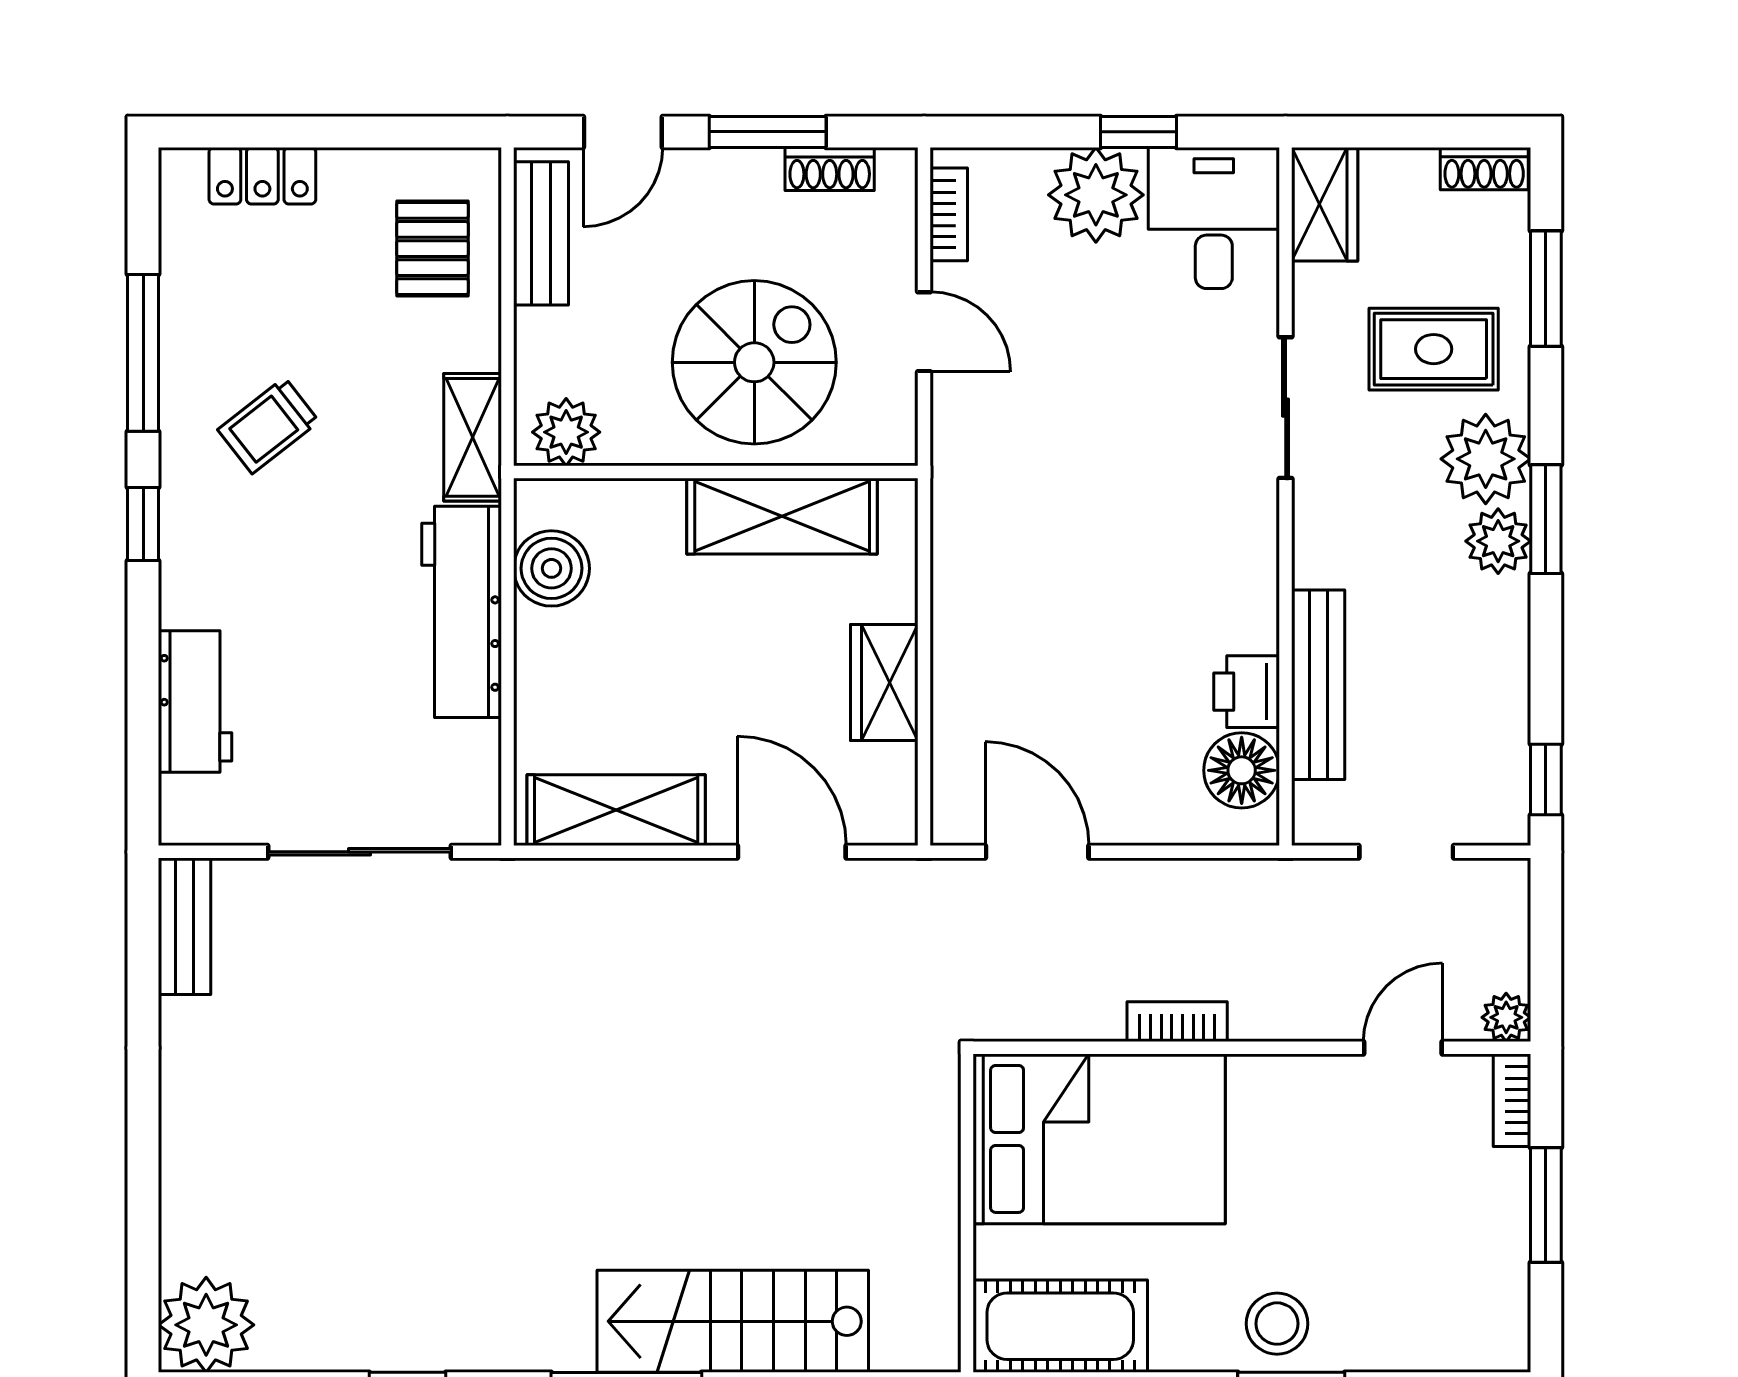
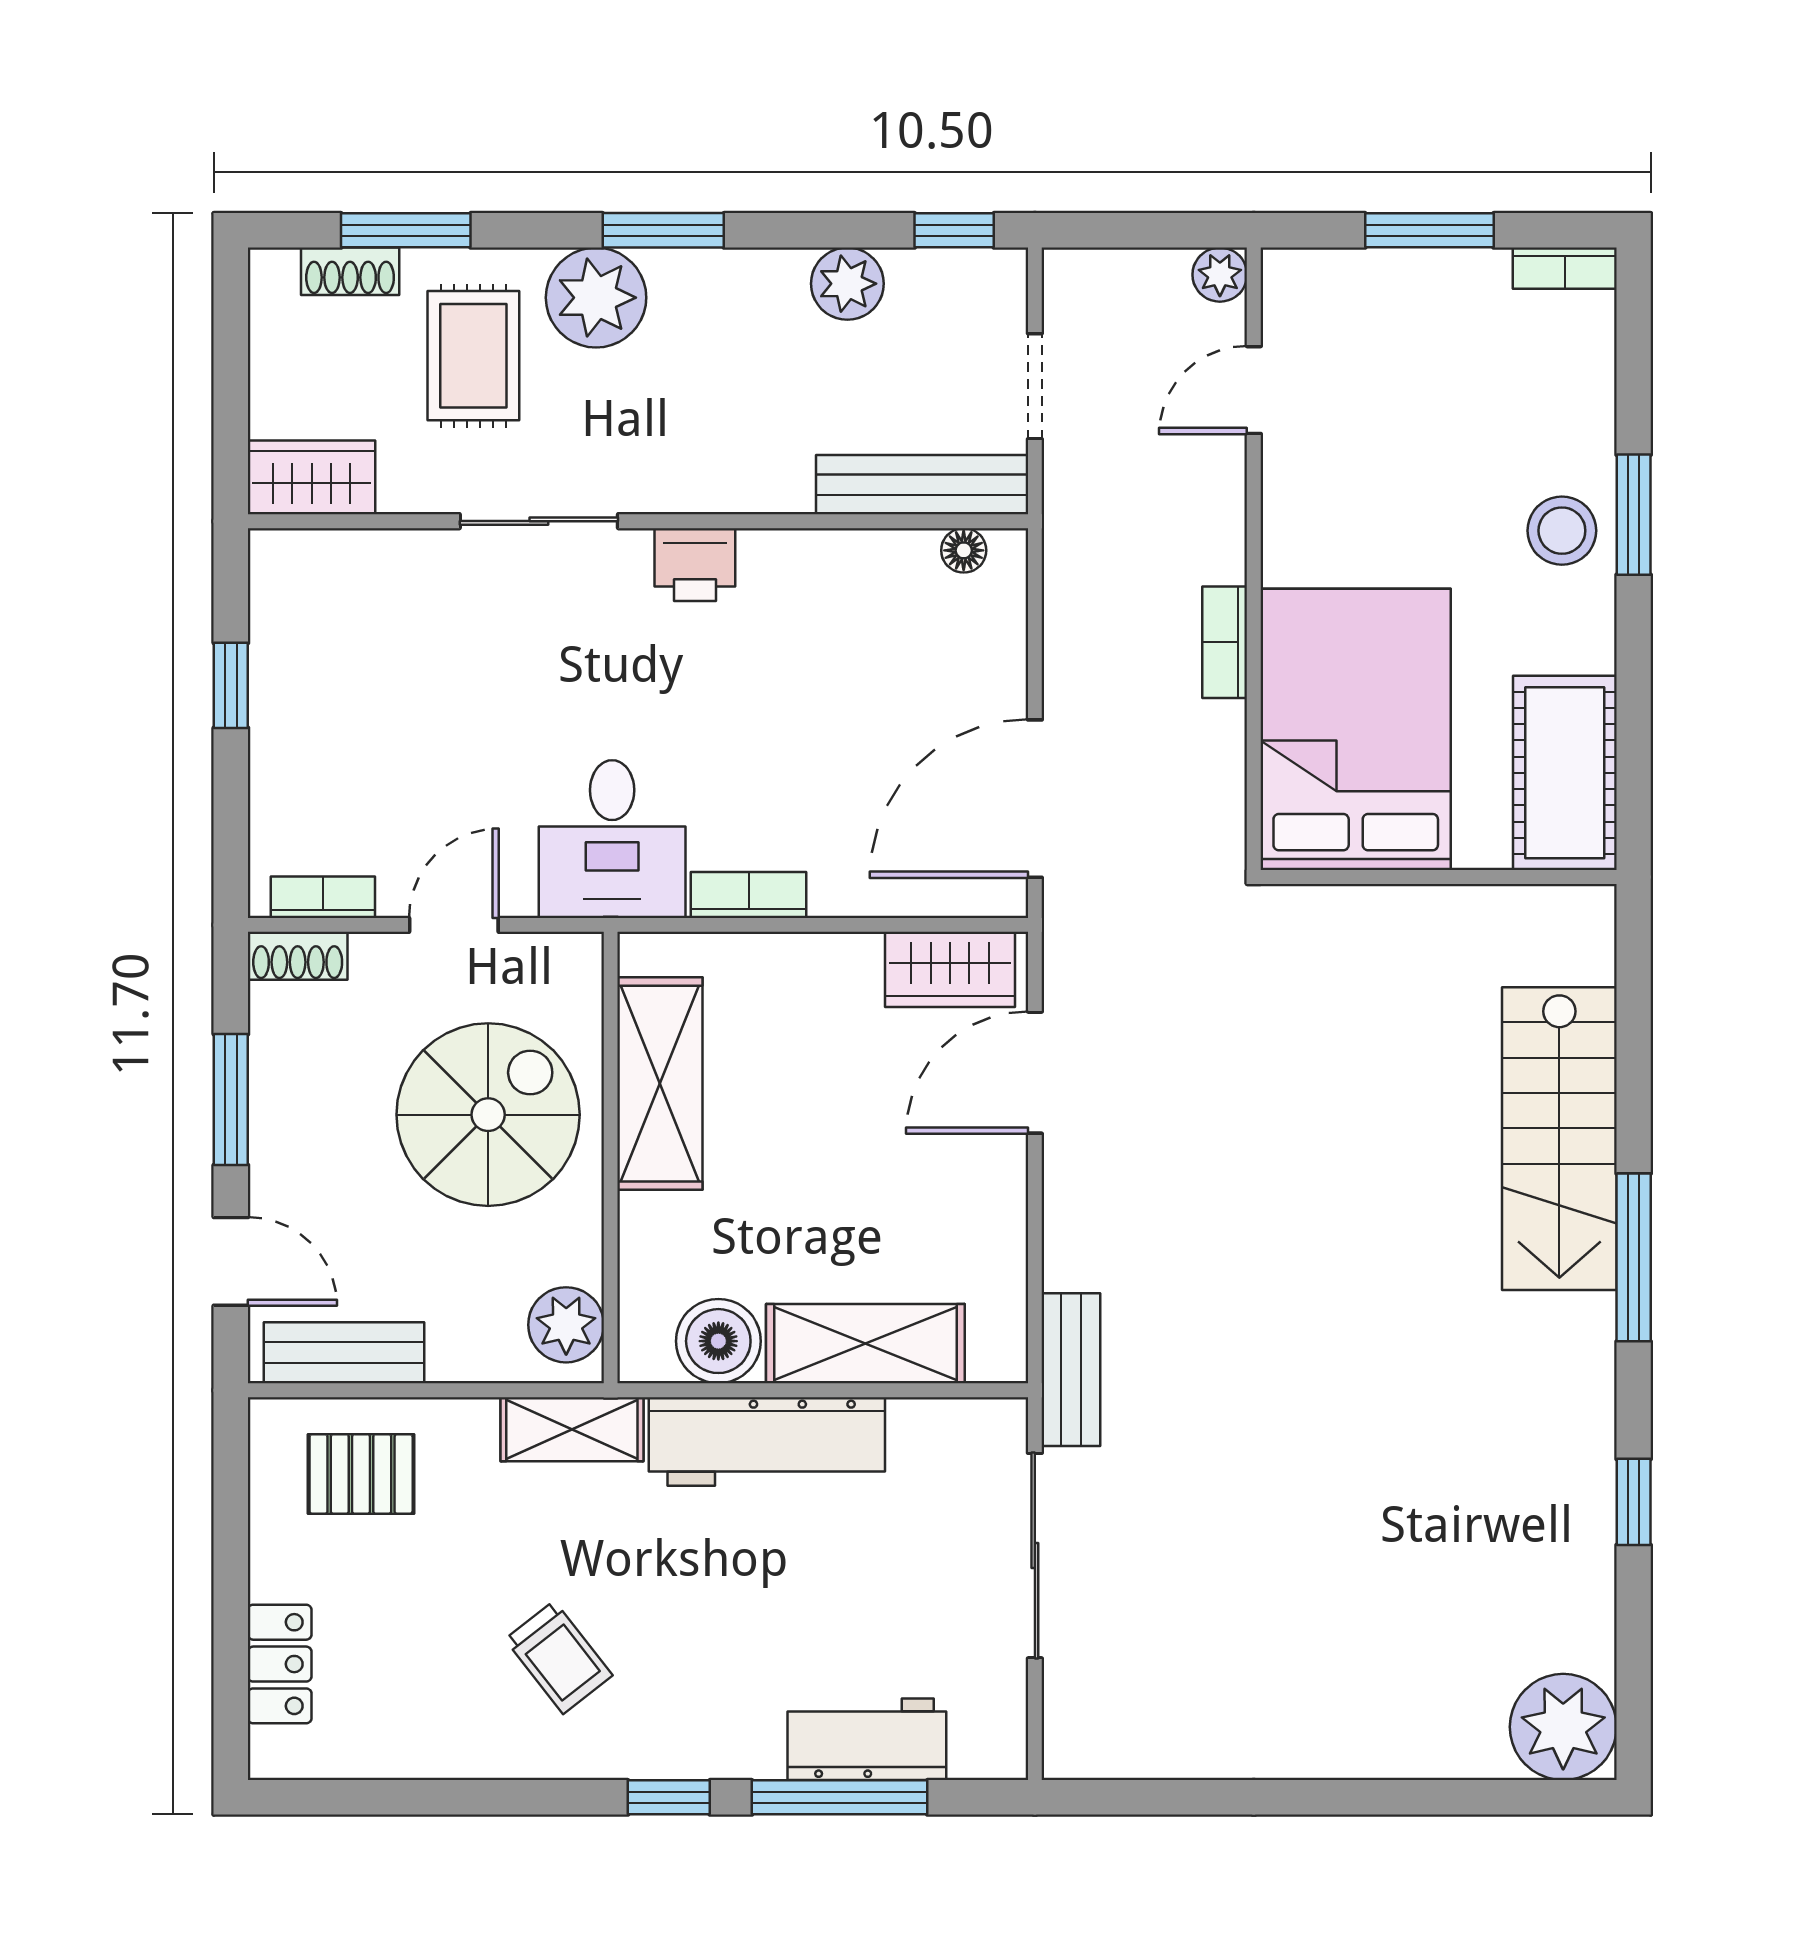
shoe rack: (830, 169) -> (298, 956), moved, turned 90
shoe rack: (1484, 169) -> (350, 271), moved, turned 90
plant: (1096, 195) -> (301, 733), removed
desk: (1214, 218) -> (612, 839), moved, turned -90
window: (143, 353) -> (840, 1797), moved
spiral stairs: (754, 362) -> (488, 1115), turned 90
plant: (1498, 541) -> (847, 284), moved
bookcase: (951, 595) -> (749, 895), added
wardrobe: (884, 682) -> (950, 969), moved
bench: (1318, 685) -> (922, 485), moved
printer: (1247, 692) -> (695, 565), moved
floor lamp: (1242, 770) -> (964, 550), width x0.53, depth x0.53
shelving: (616, 810) -> (865, 1344), moved, turned 90
door: (1037, 852) -> (1035, 799), width x1.36
bench: (184, 926) -> (1071, 1370), moved, turned 90
door: (1403, 1048) -> (1254, 390), hinge flipped
bookcase: (1512, 1100) -> (1565, 268), moved

